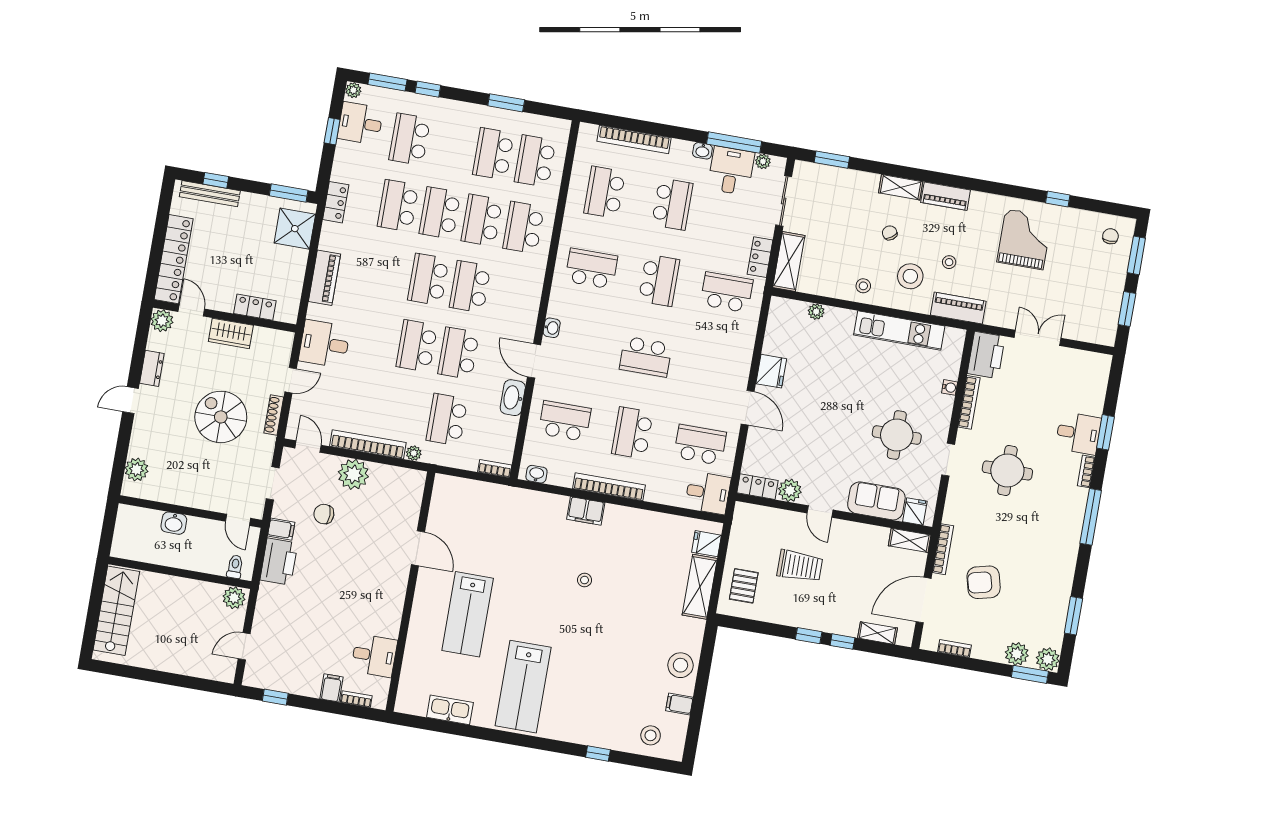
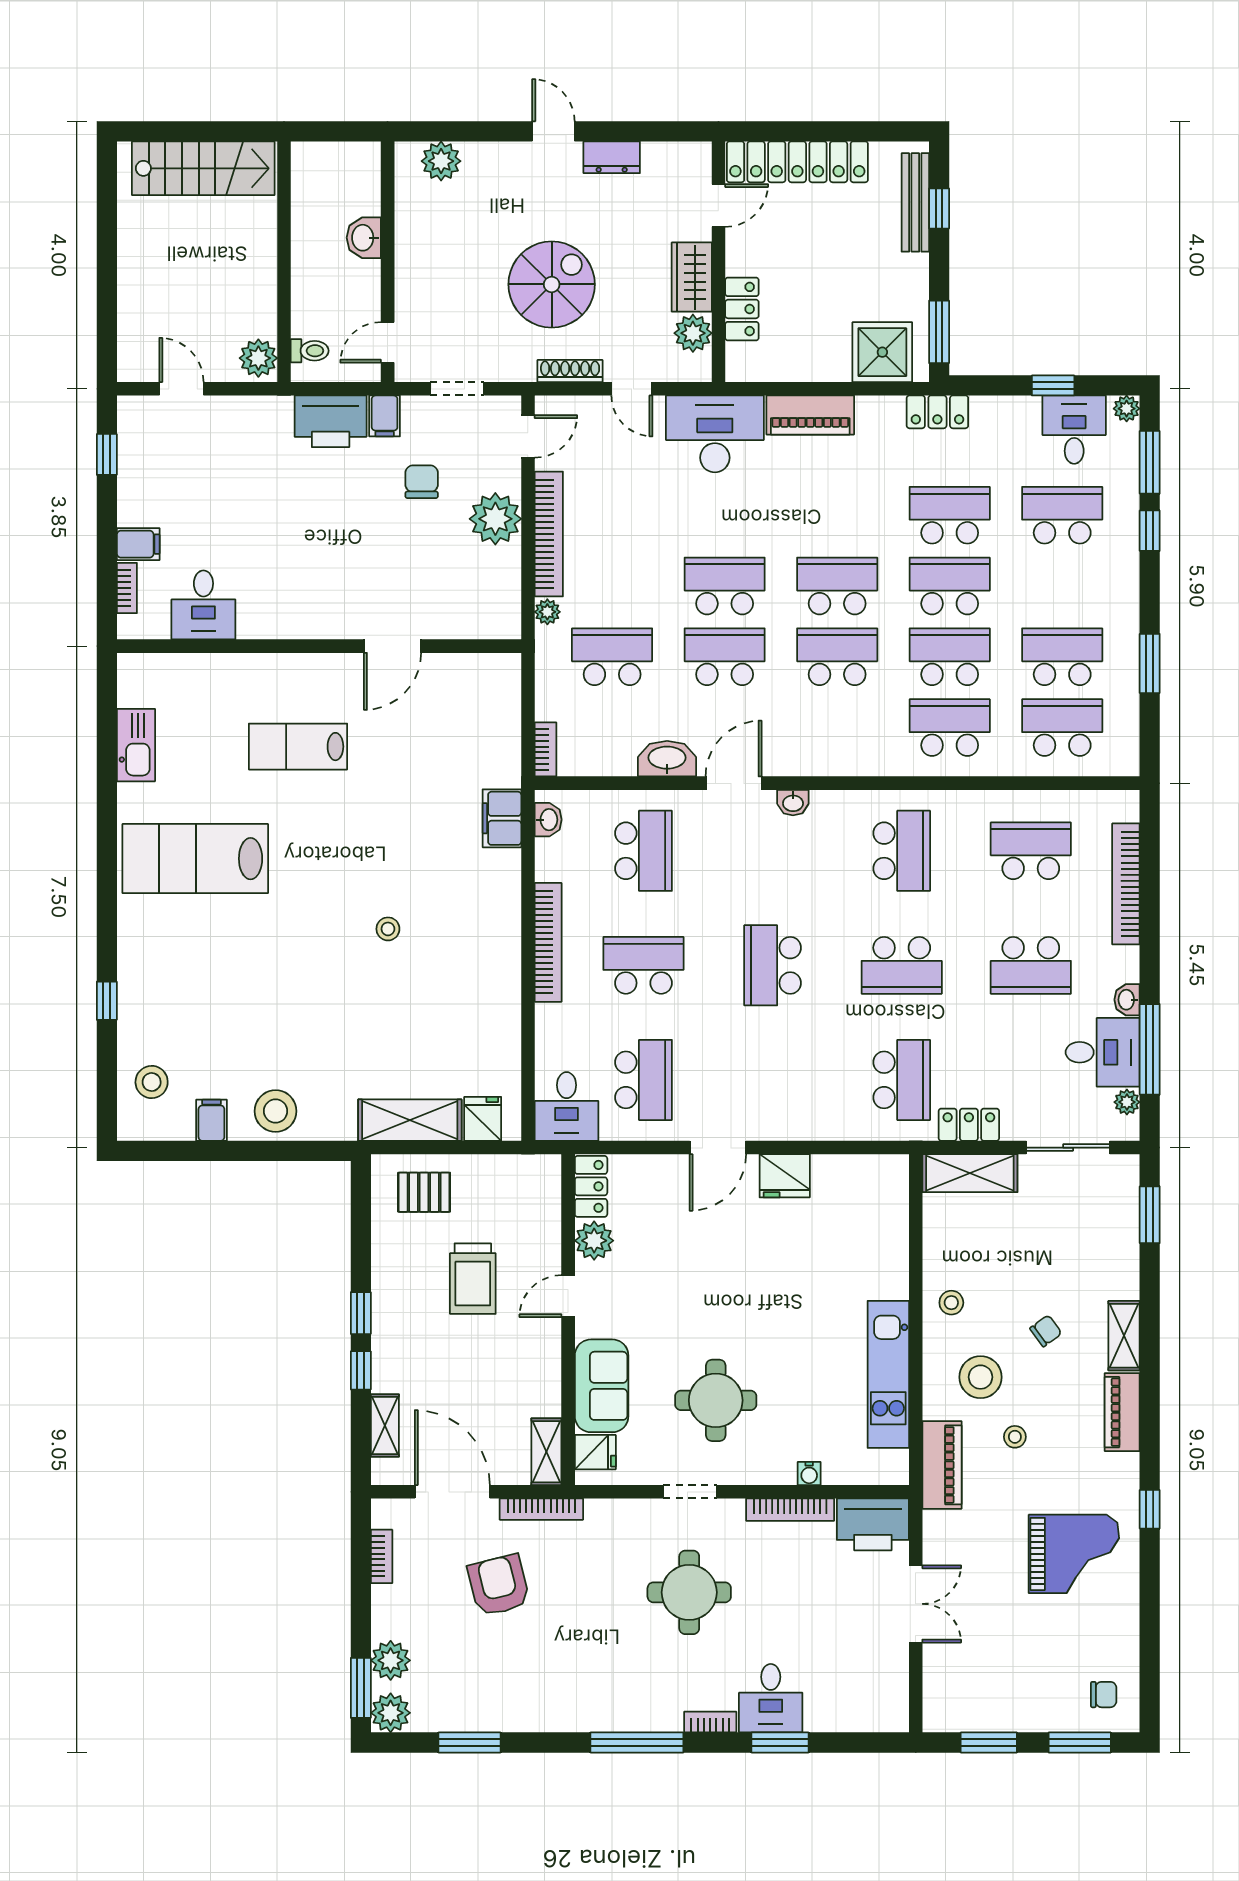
window: (1058, 199) -> (1150, 1509), moved
plant: (816, 312) -> (895, 1233), removed
plant: (162, 321) -> (693, 333), moved
desk: (324, 344) -> (715, 434), width x1.37
filing cabinet: (586, 511) -> (502, 818), moved
lab bench: (468, 614) -> (298, 747), width x0.73, depth x0.72

